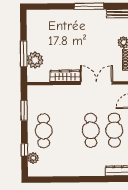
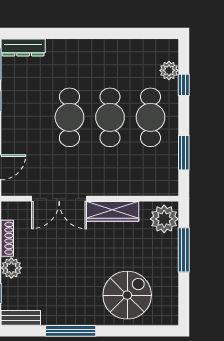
spiral stairs: (56, 27) -> (127, 295), added
plant: (35, 60) -> (164, 219), moved
cafe table: (114, 130) -> (110, 117), moved

